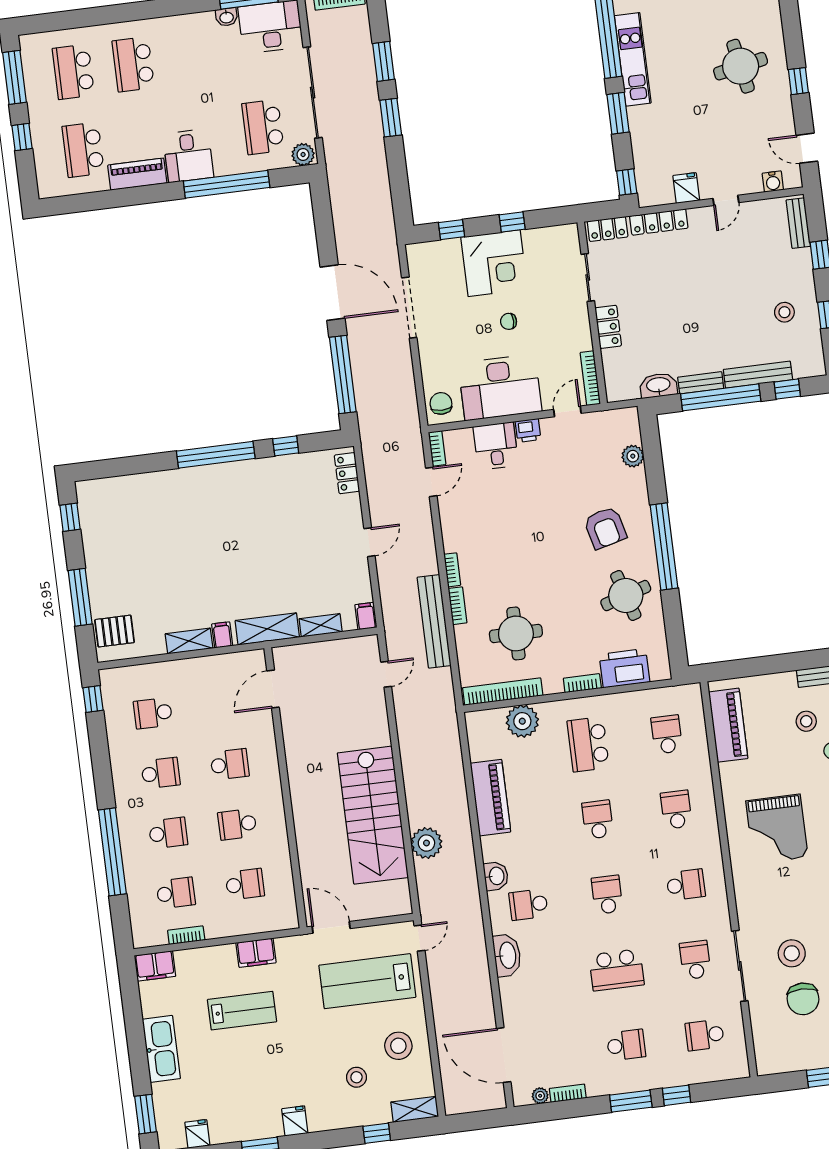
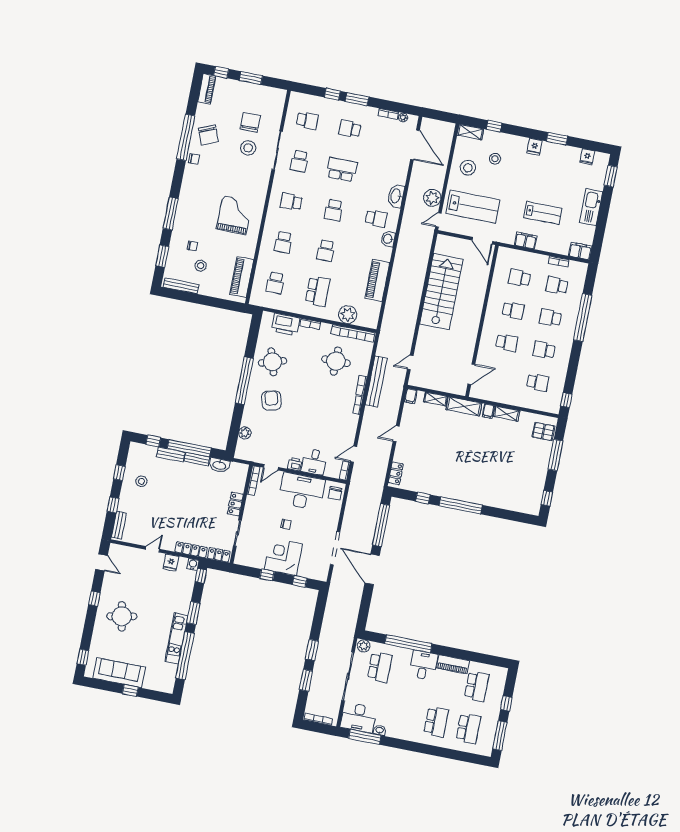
water cooler: (773, 182) -> (193, 564), moved
bench: (758, 375) -> (171, 455), width x0.73
school desk: (230, 764) -> (507, 343), turned 180
plant: (426, 843) -> (432, 198), moved
lab bench: (242, 1011) -> (543, 213), turned 180

